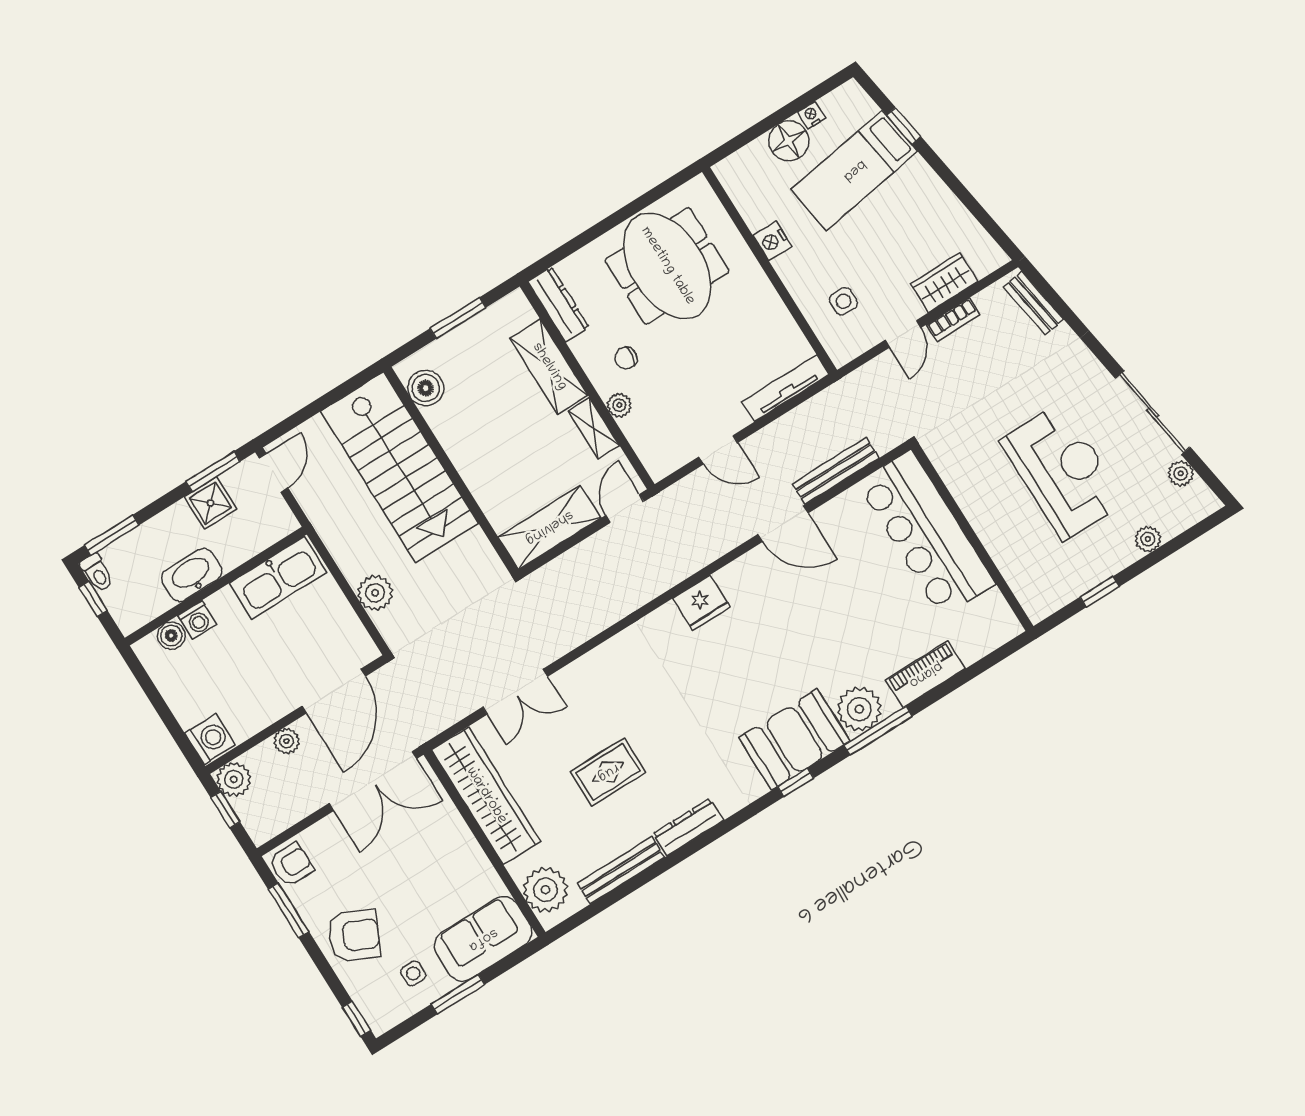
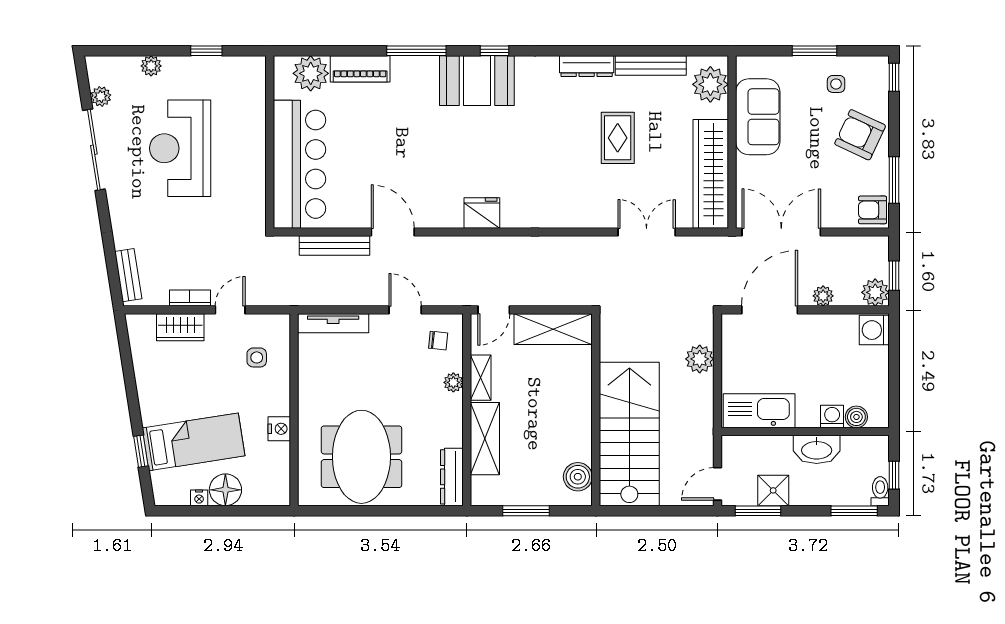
chair: (626, 358) -> (438, 341), moved
plant: (859, 709) -> (311, 73), moved
rug: (608, 772) -> (618, 138), turned 90
sofa: (483, 939) -> (758, 117), moved, turned -90

